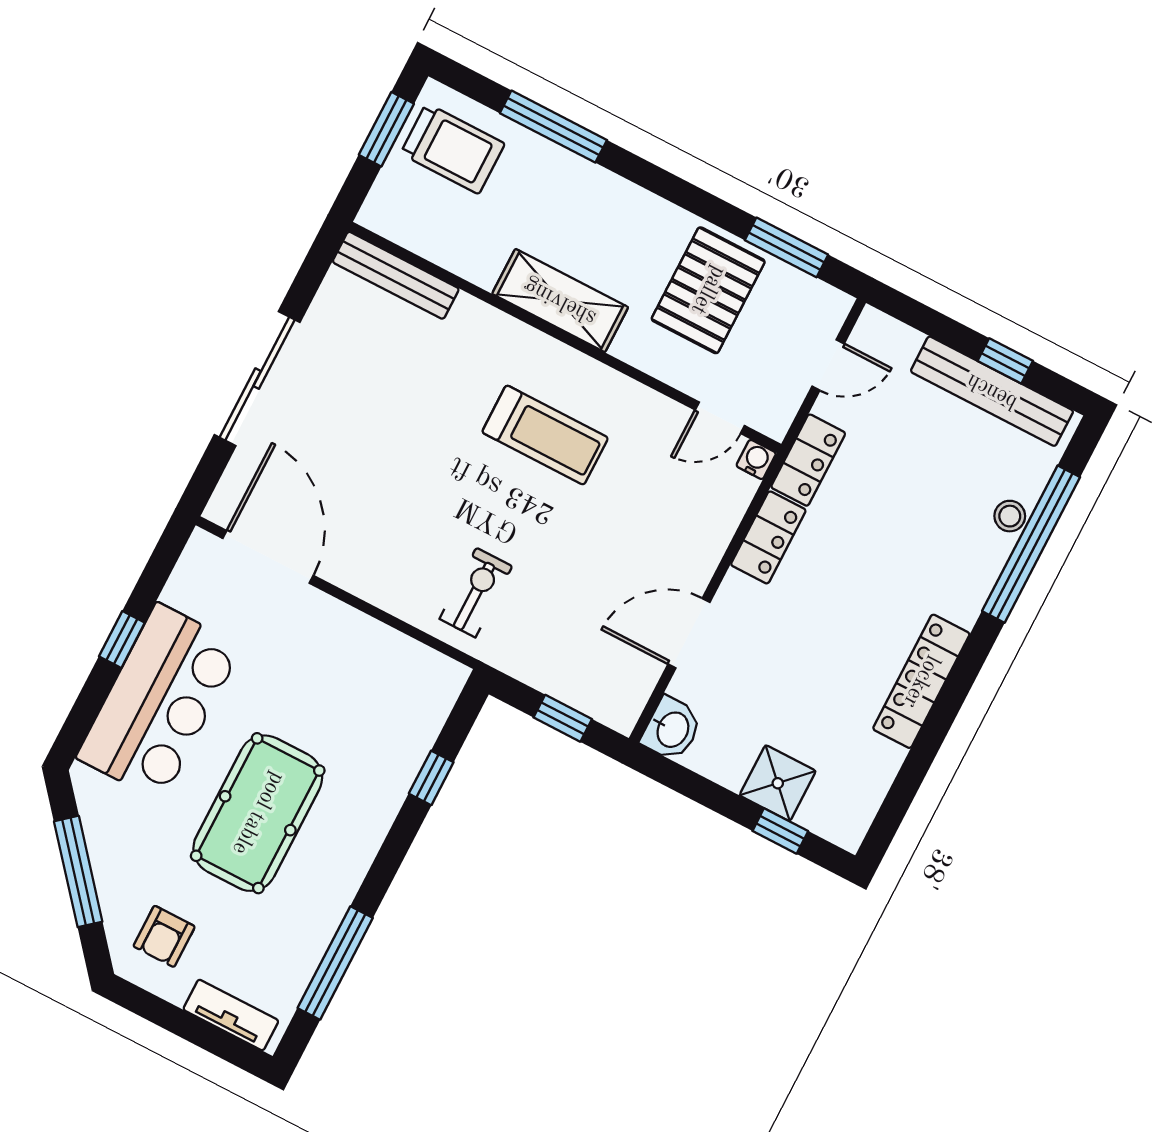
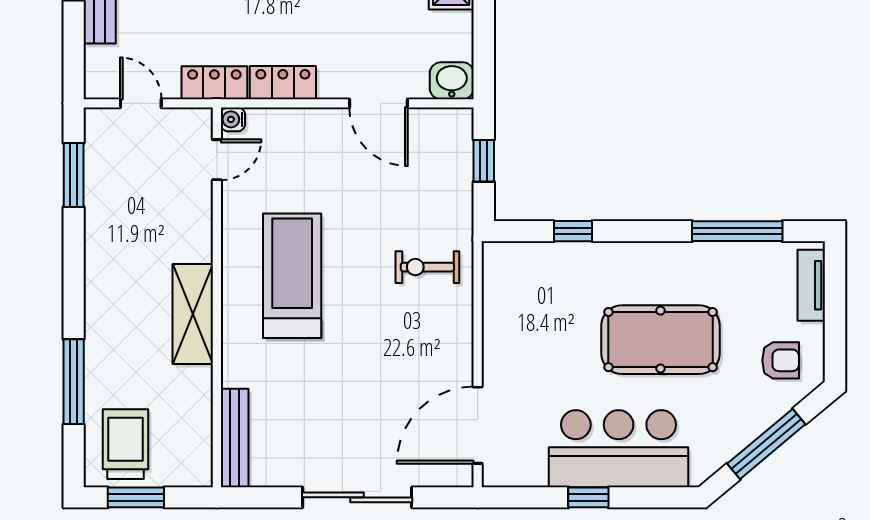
pallet: (708, 290) -> (132, 214), removed
door: (720, 418) -> (217, 160), hinge flipped
treadmill: (545, 435) -> (292, 276), width x1.37, depth x1.38

